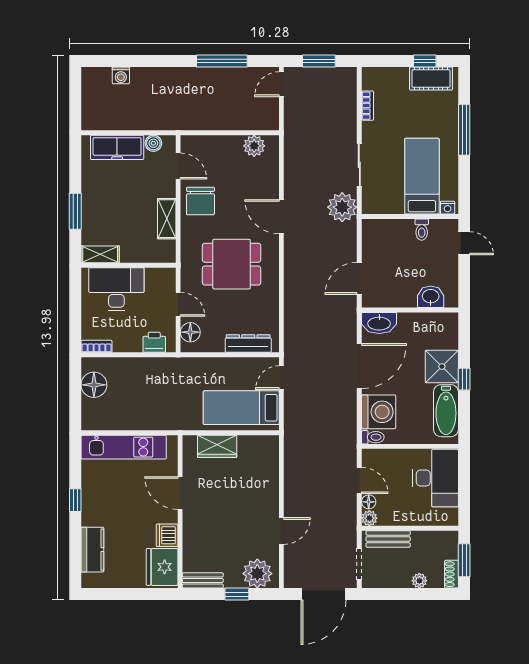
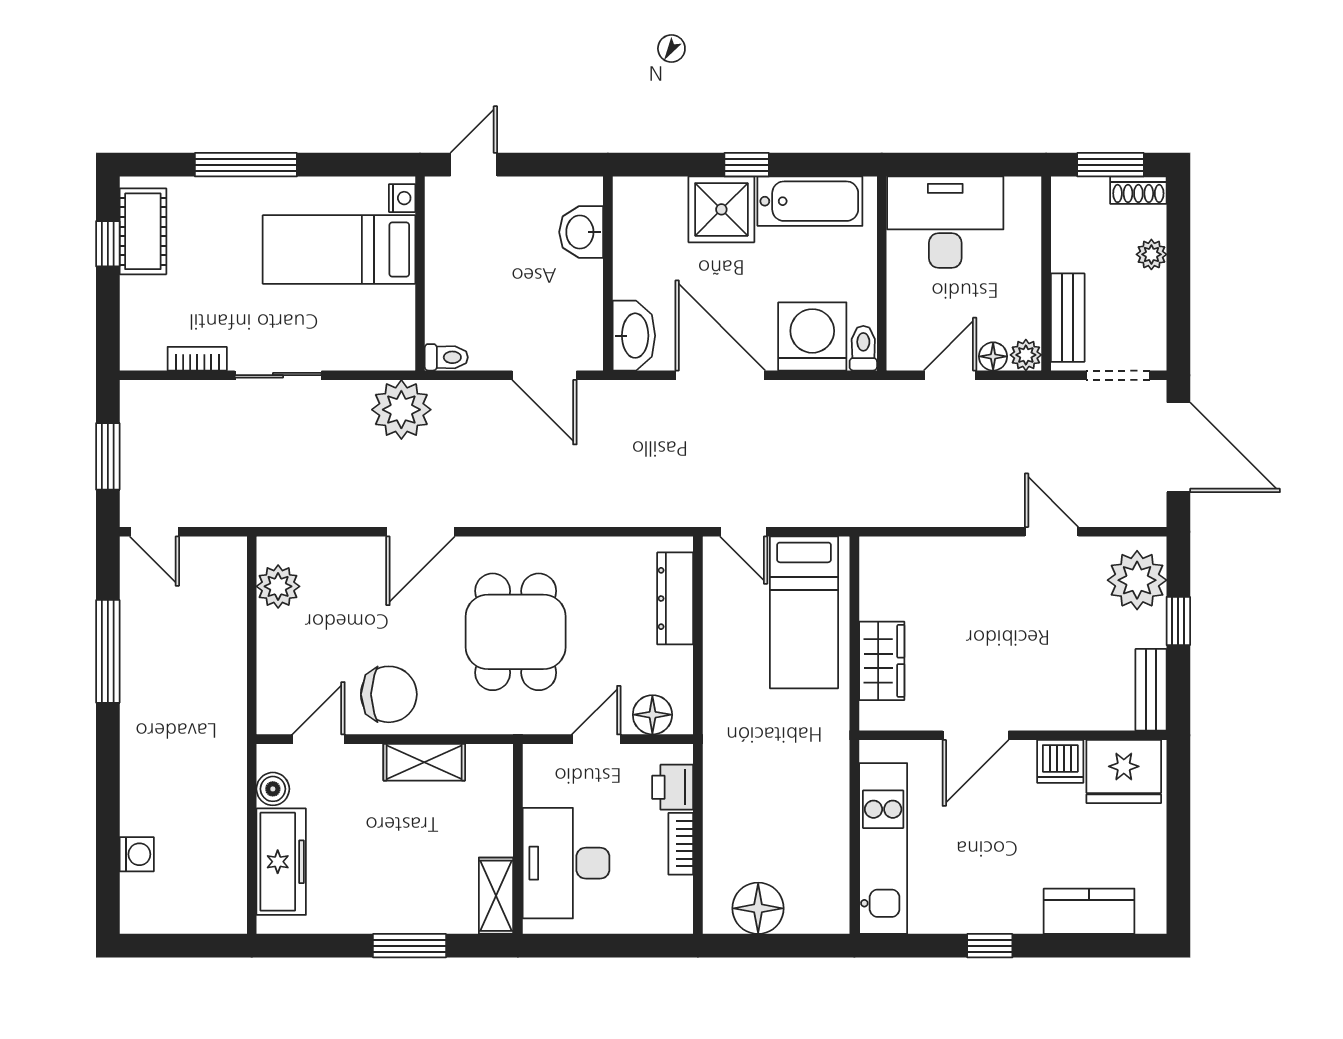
sliding door: (359, 165) -> (278, 375), moved
toilet: (422, 230) -> (446, 357), moved
bookcase: (97, 346) -> (681, 844), moved

